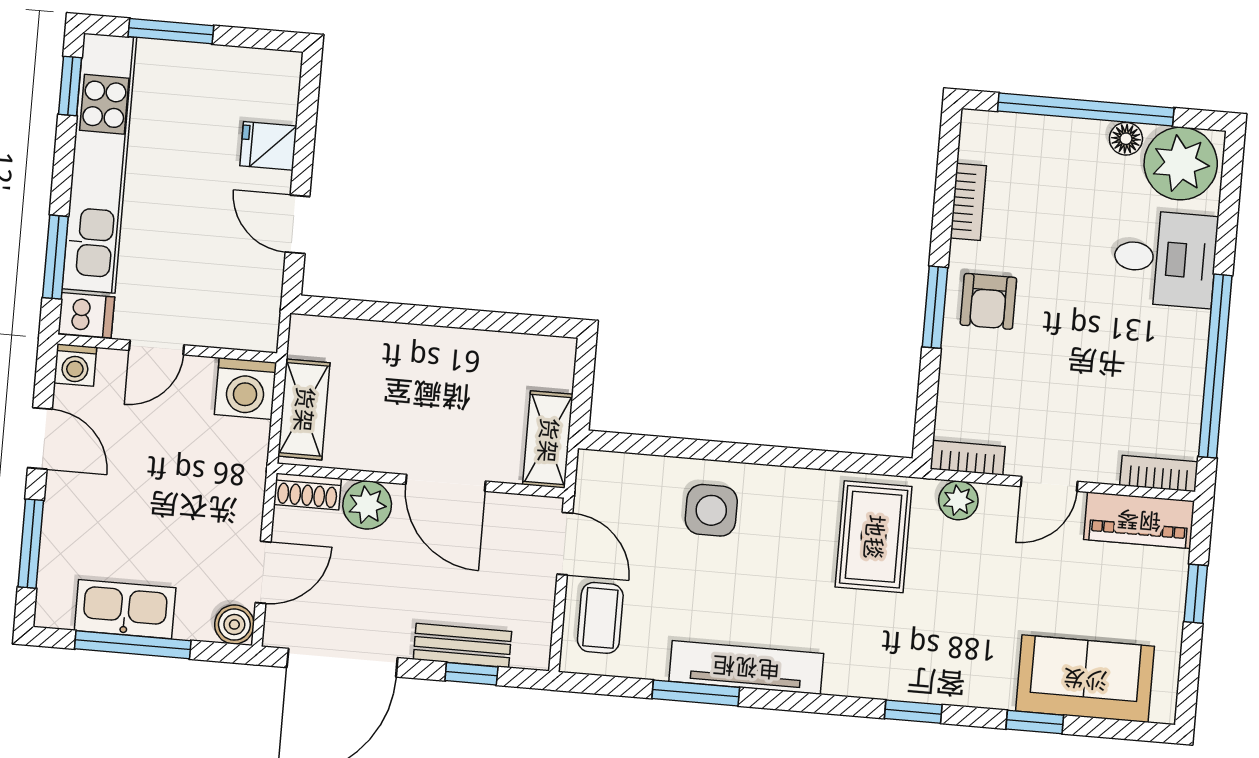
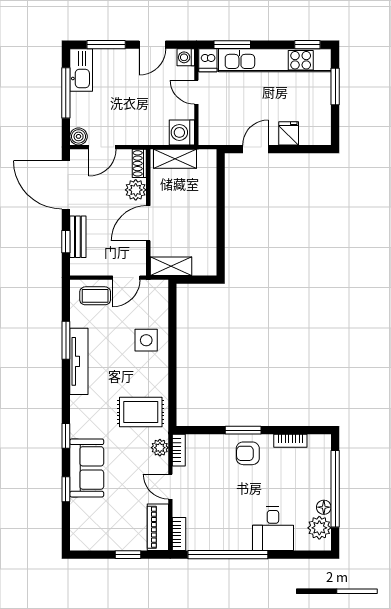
plant: (1181, 164) -> (319, 528), width x0.73, depth x0.73
door: (263, 572) -> (102, 147), hinge flipped
kitchen sink: (125, 609) -> (81, 70), moved
sofa: (1085, 679) -> (87, 468), moved

